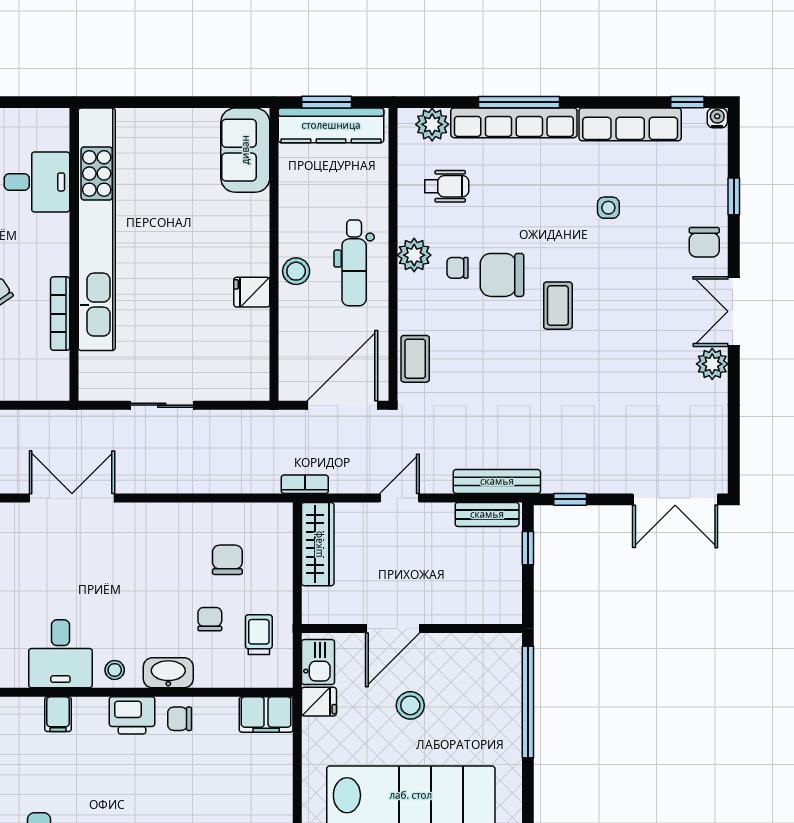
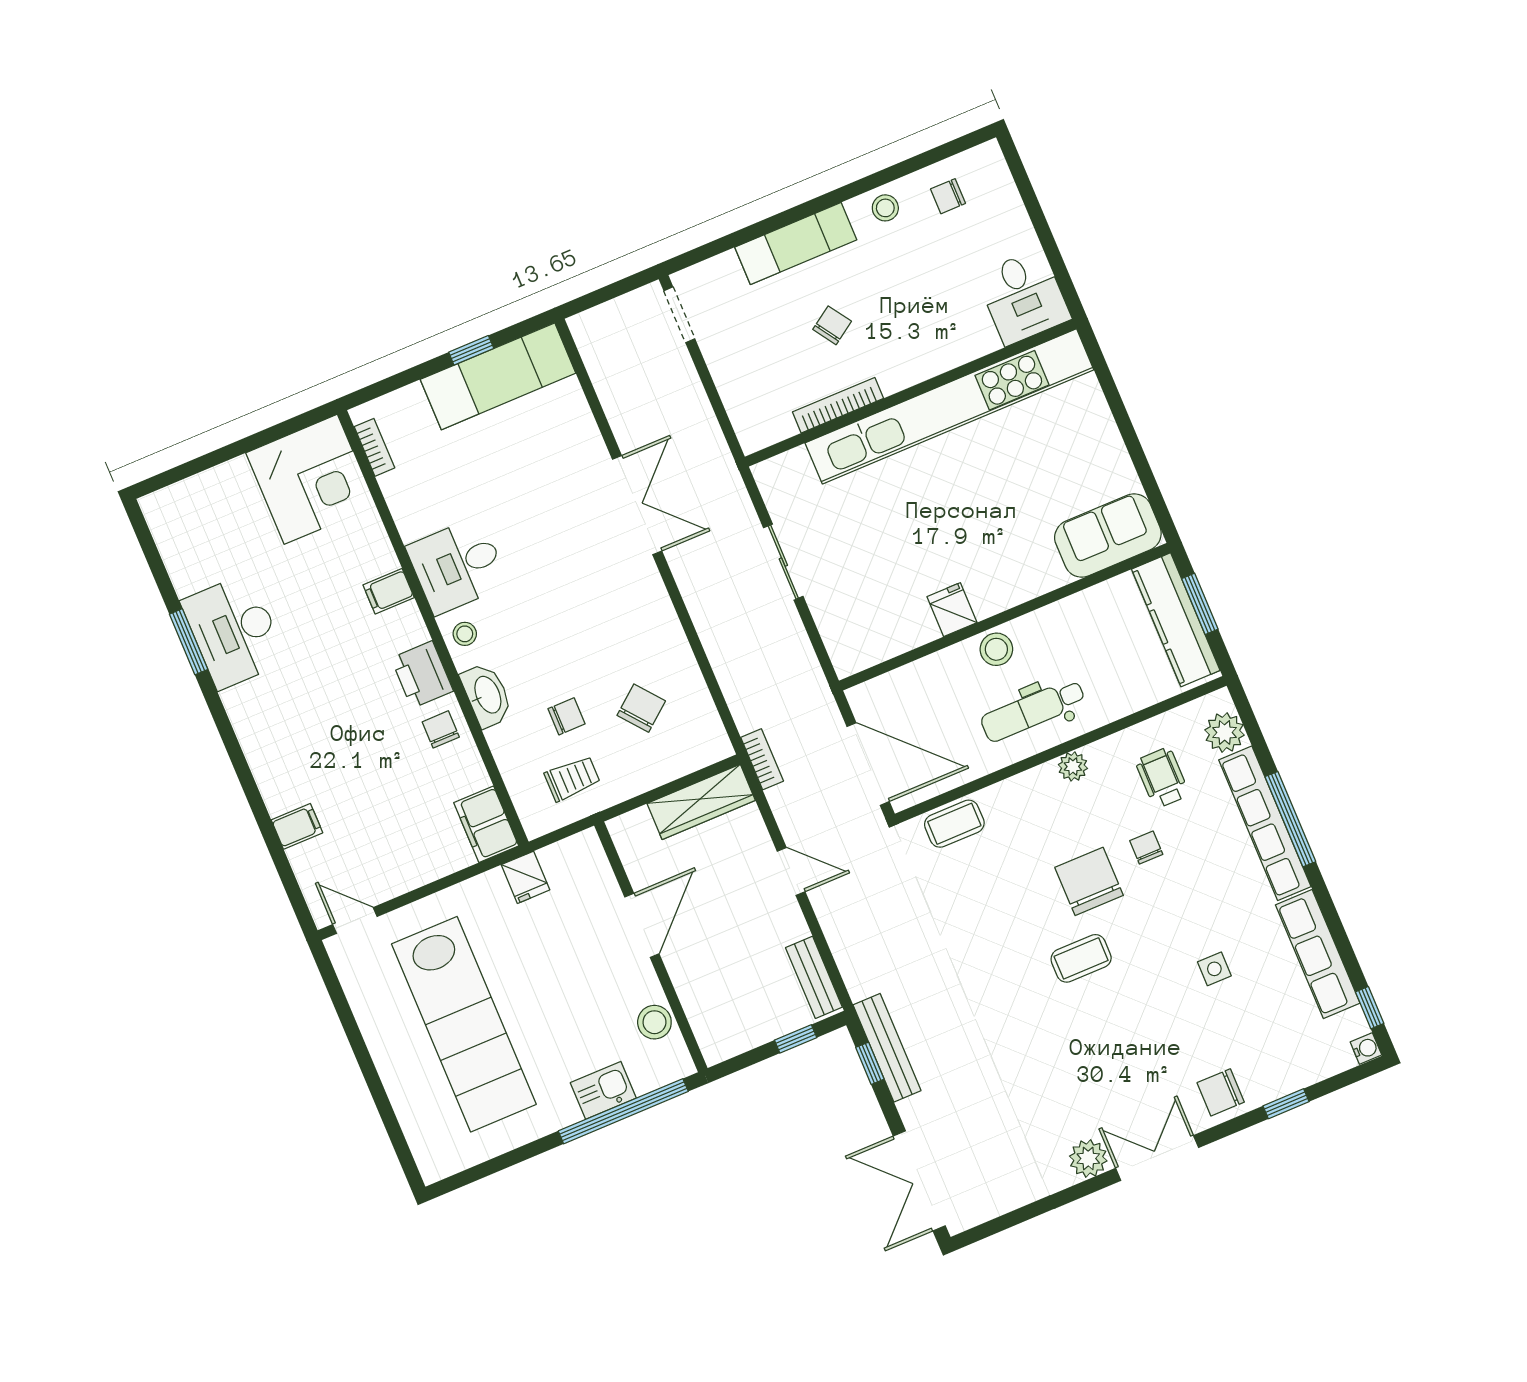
desk: (37, 182) -> (1023, 297), moved
wheelchair: (447, 186) -> (1162, 778), turned 180
plant: (414, 255) -> (1073, 766), width x0.73, depth x0.73
chair: (458, 268) -> (1146, 847), moved
bench: (497, 481) -> (887, 1048), moved
chair: (227, 560) -> (641, 708), turned -39
door: (393, 628) -> (642, 925), swing flipped
kitchen sink: (318, 662) -> (603, 1090), moved, turned 180
stool: (410, 705) -> (654, 1022), moved

